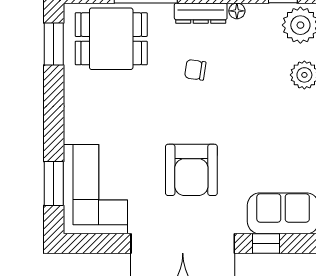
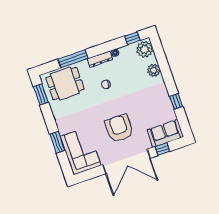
armchair: (191, 170) -> (119, 128), turned 180
window: (54, 184) -> (57, 142), moved

